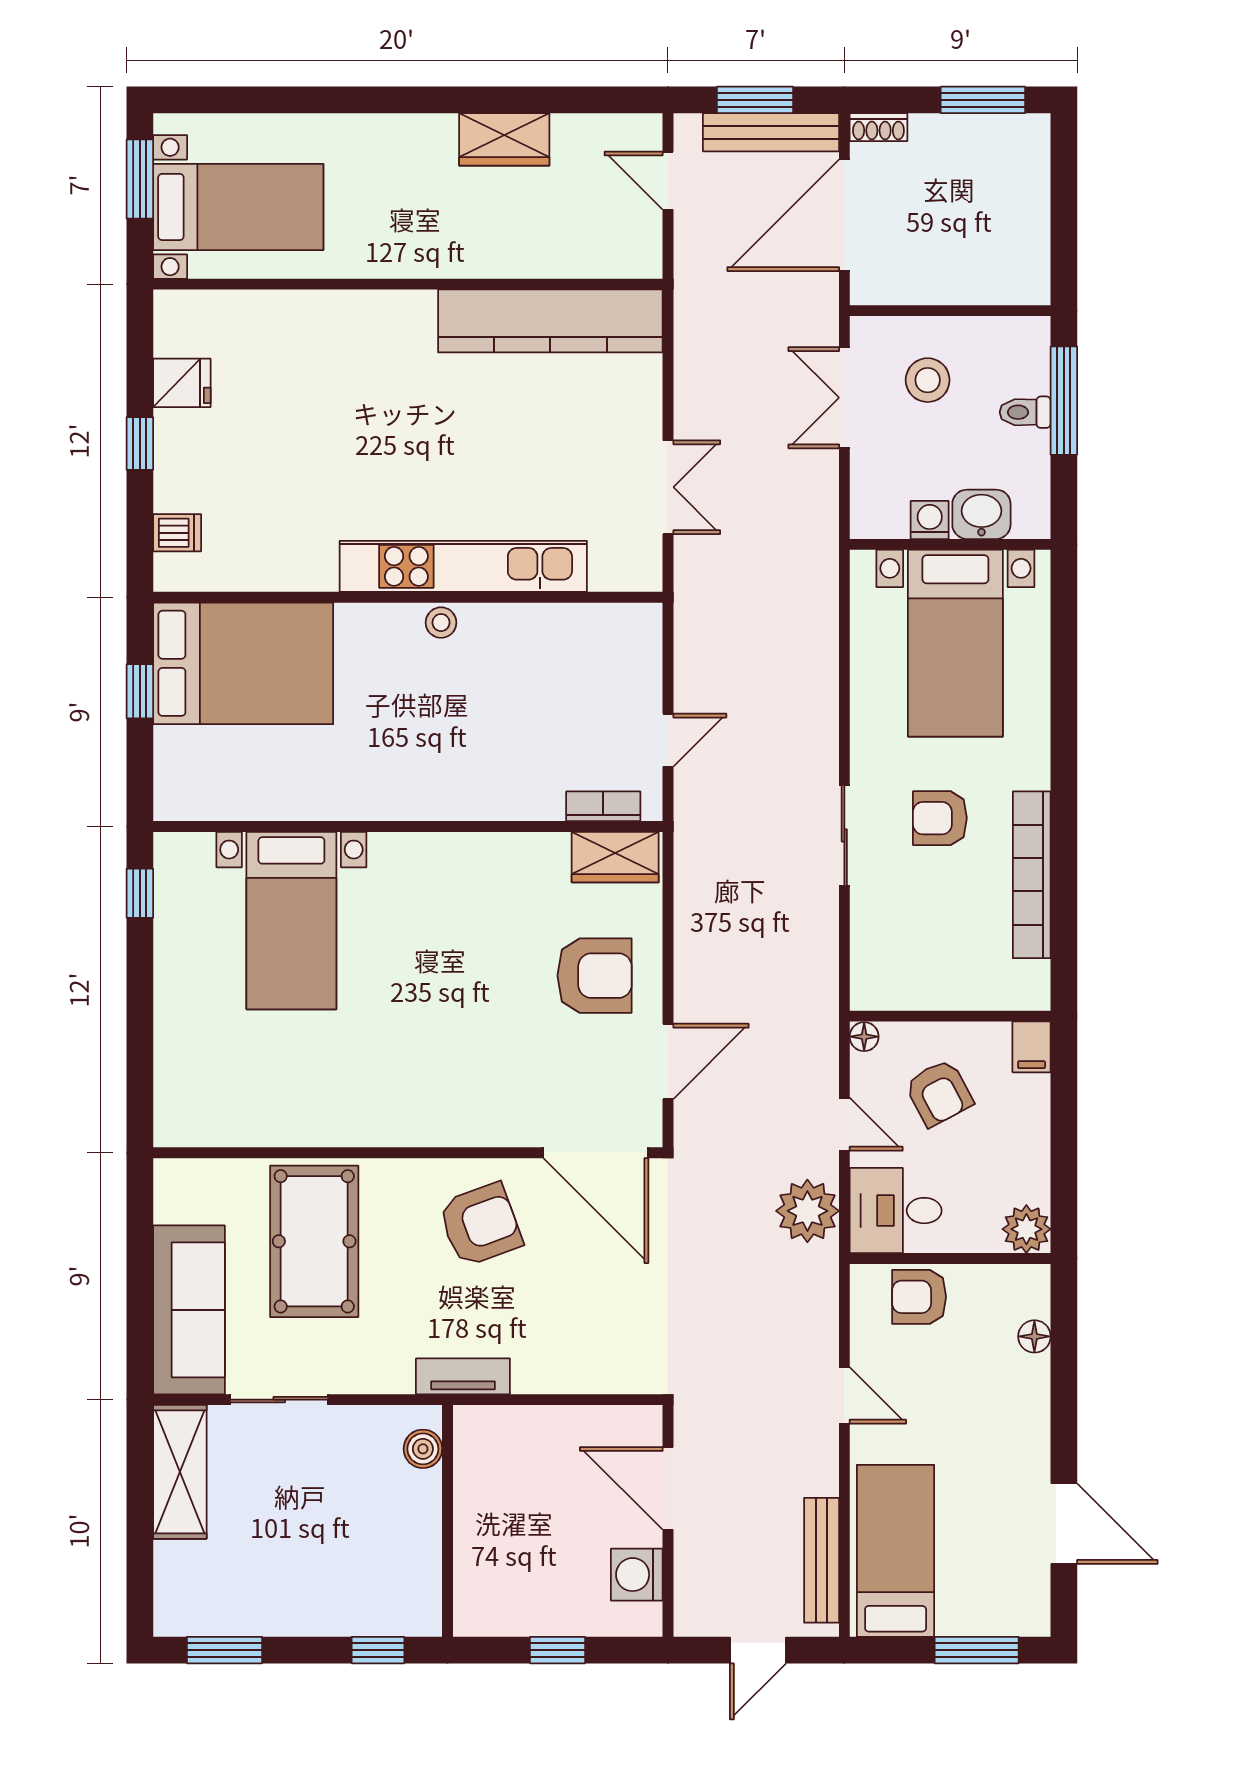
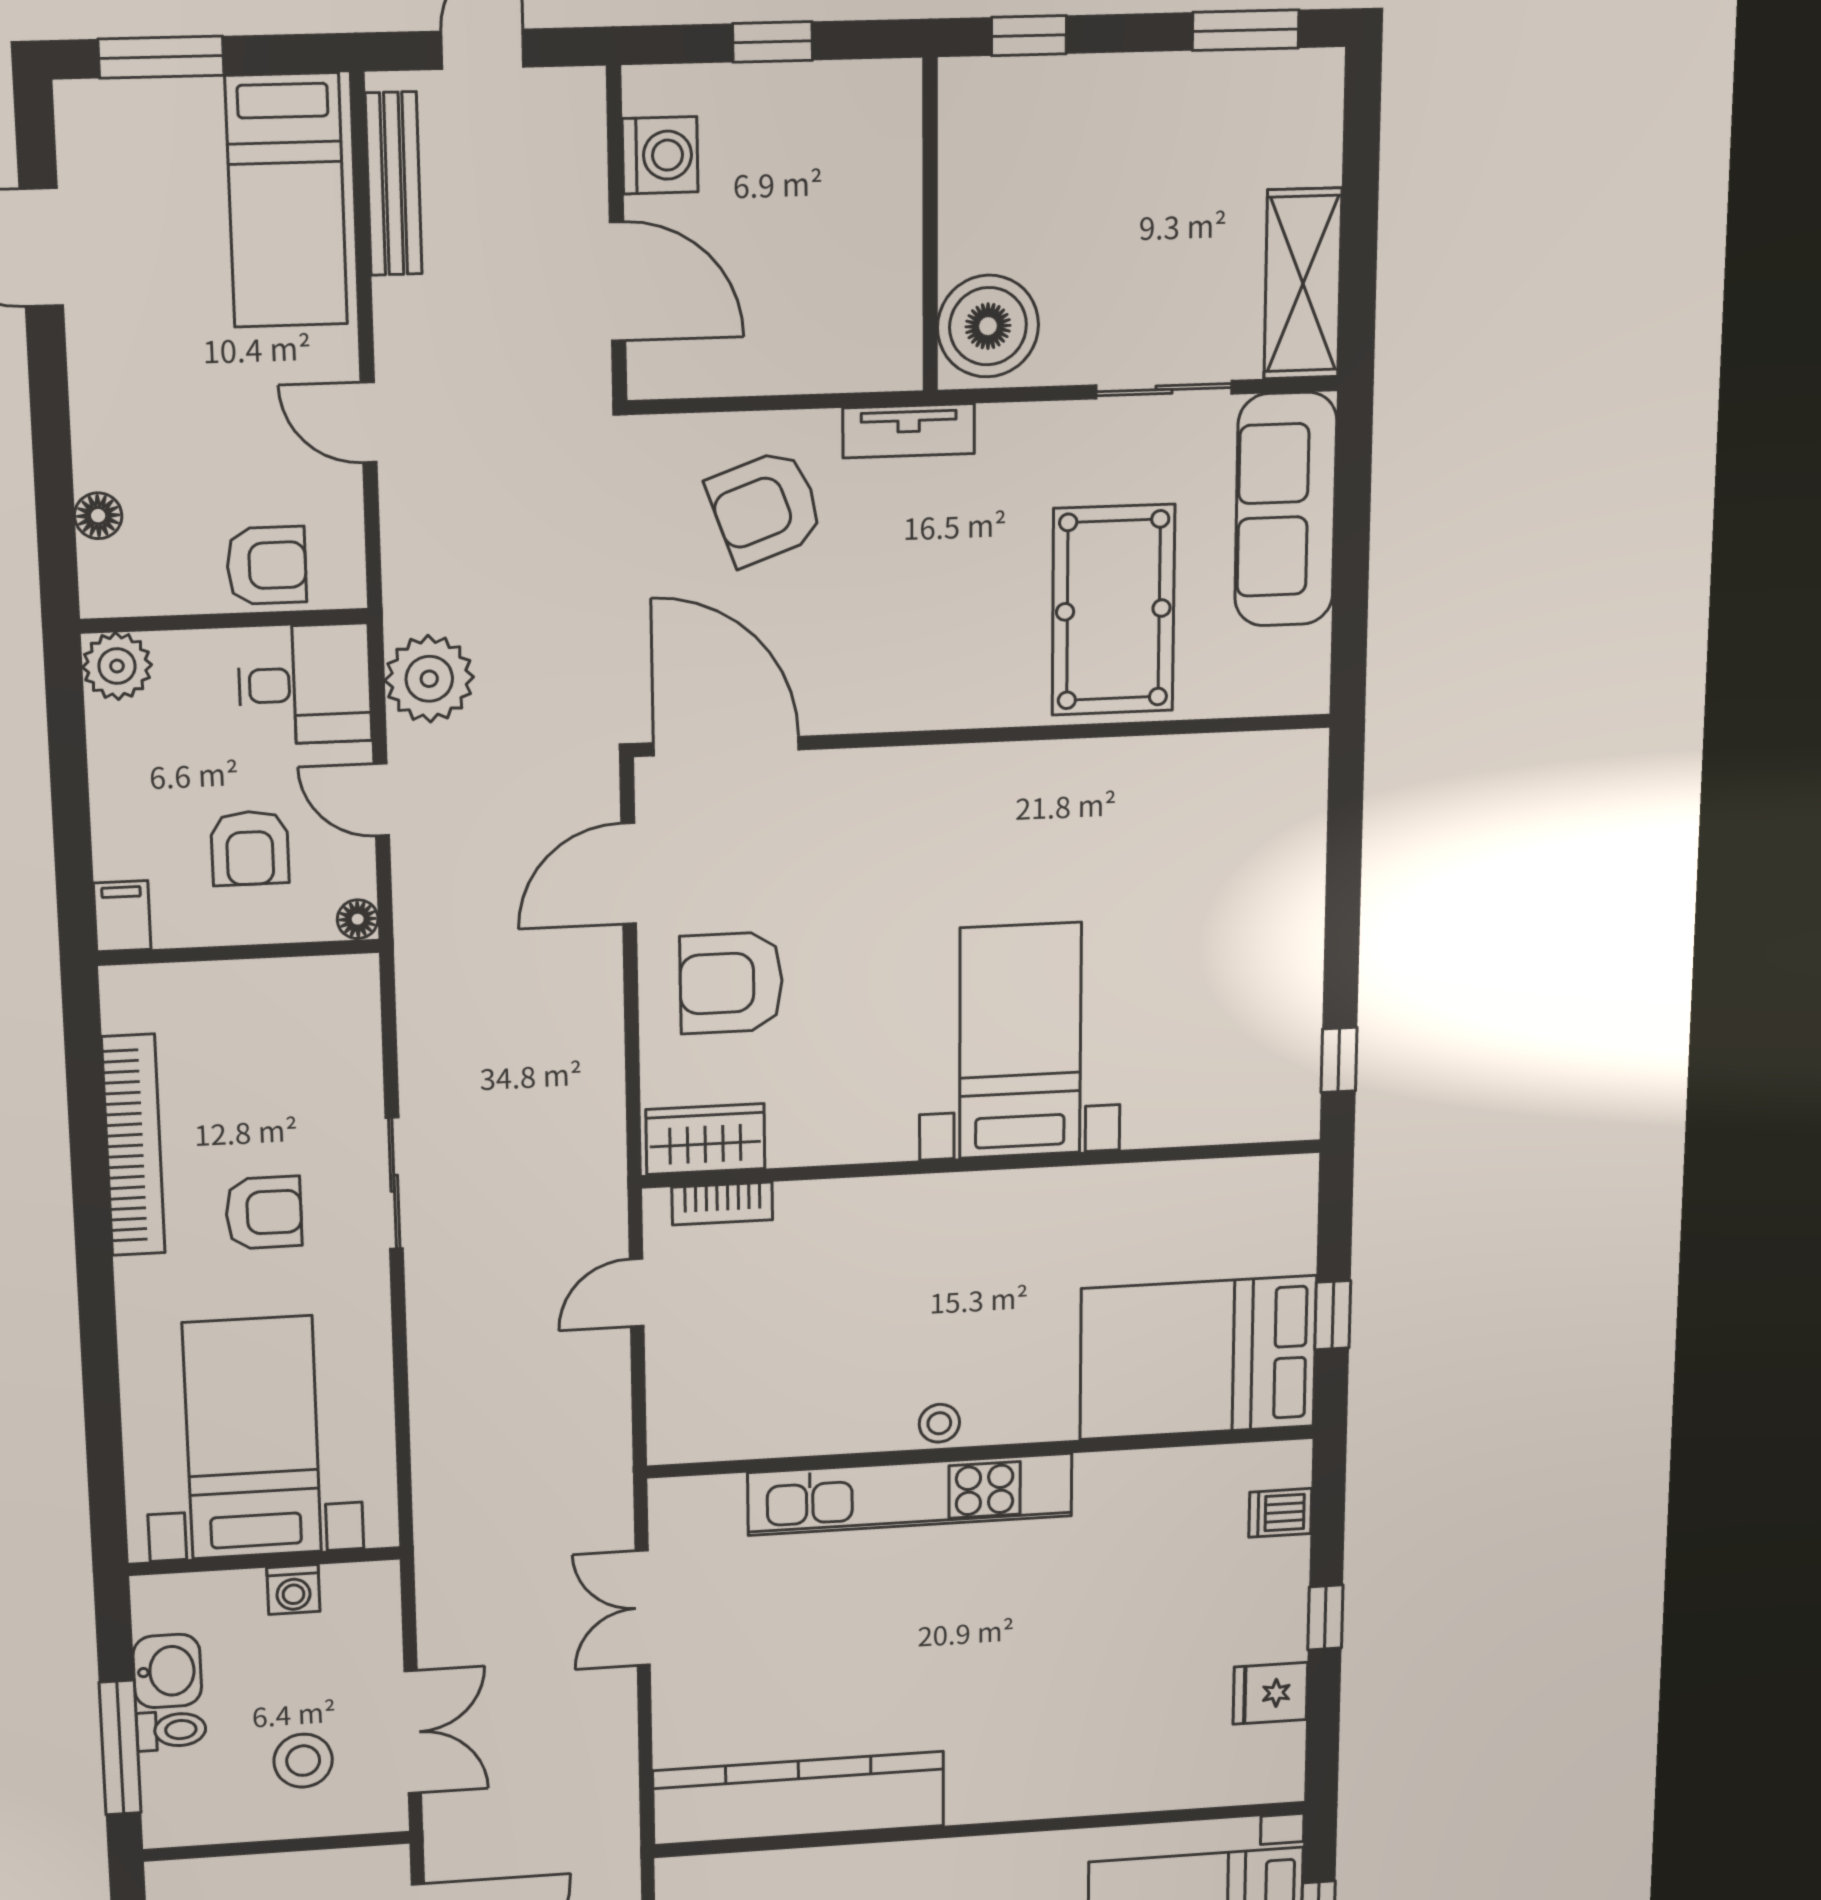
washbasin: (981, 514) -> (167, 1671), moved, turned -90
bed with nightstands: (291, 921) -> (1020, 1041), moved
armchair: (939, 1093) -> (250, 848), turned -152
armchair: (480, 1225) -> (765, 508), moved
boiler: (423, 1449) -> (988, 326), width x1.86, depth x1.86

